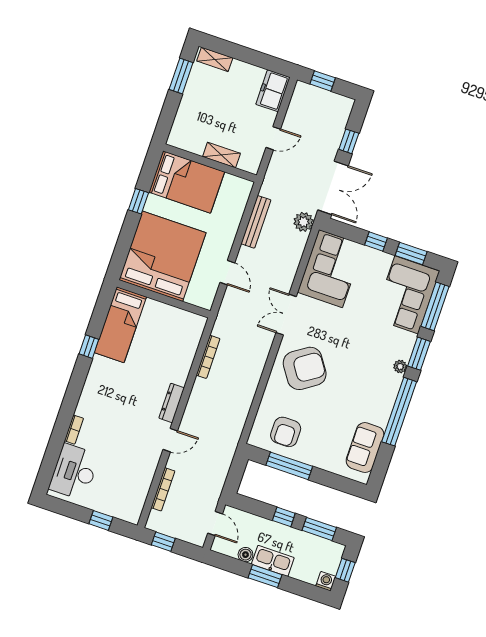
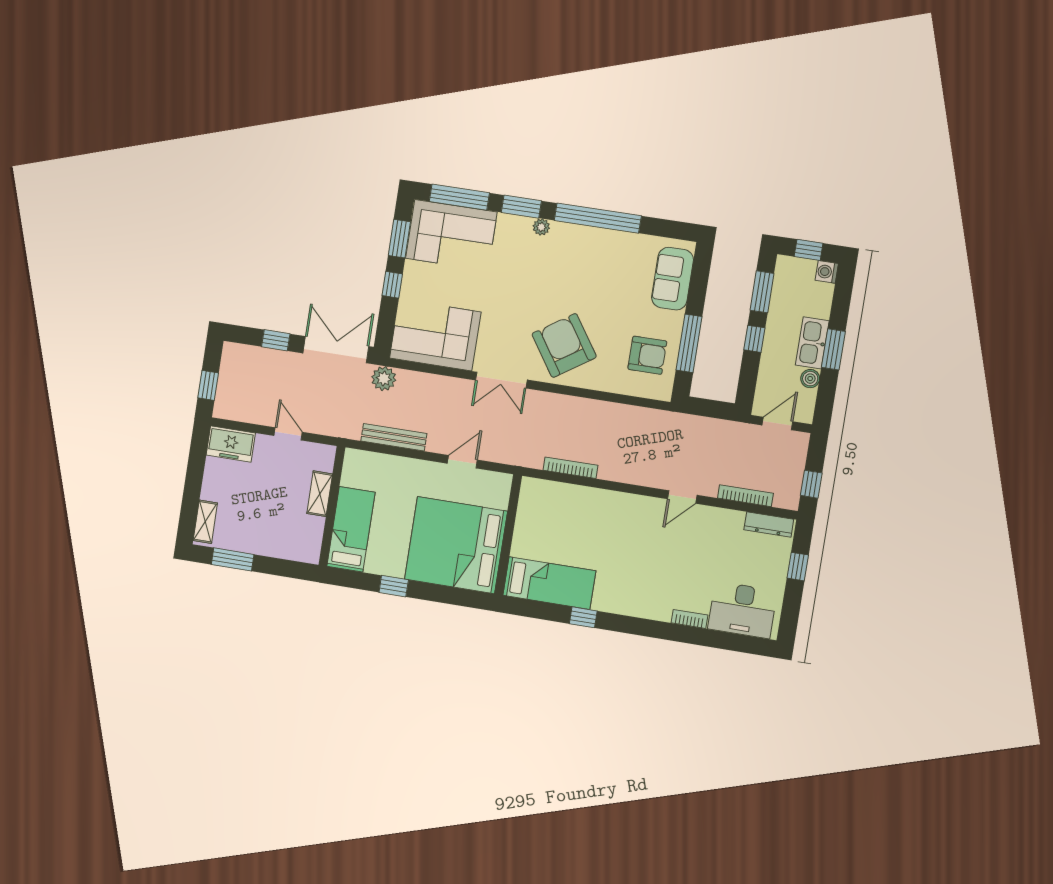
bed: (187, 182) -> (351, 529), width x0.67
dresser: (172, 403) -> (769, 525), moved
door: (170, 440) -> (682, 497), swing flipped
sofa: (365, 448) -> (673, 279), moved, turned 90

